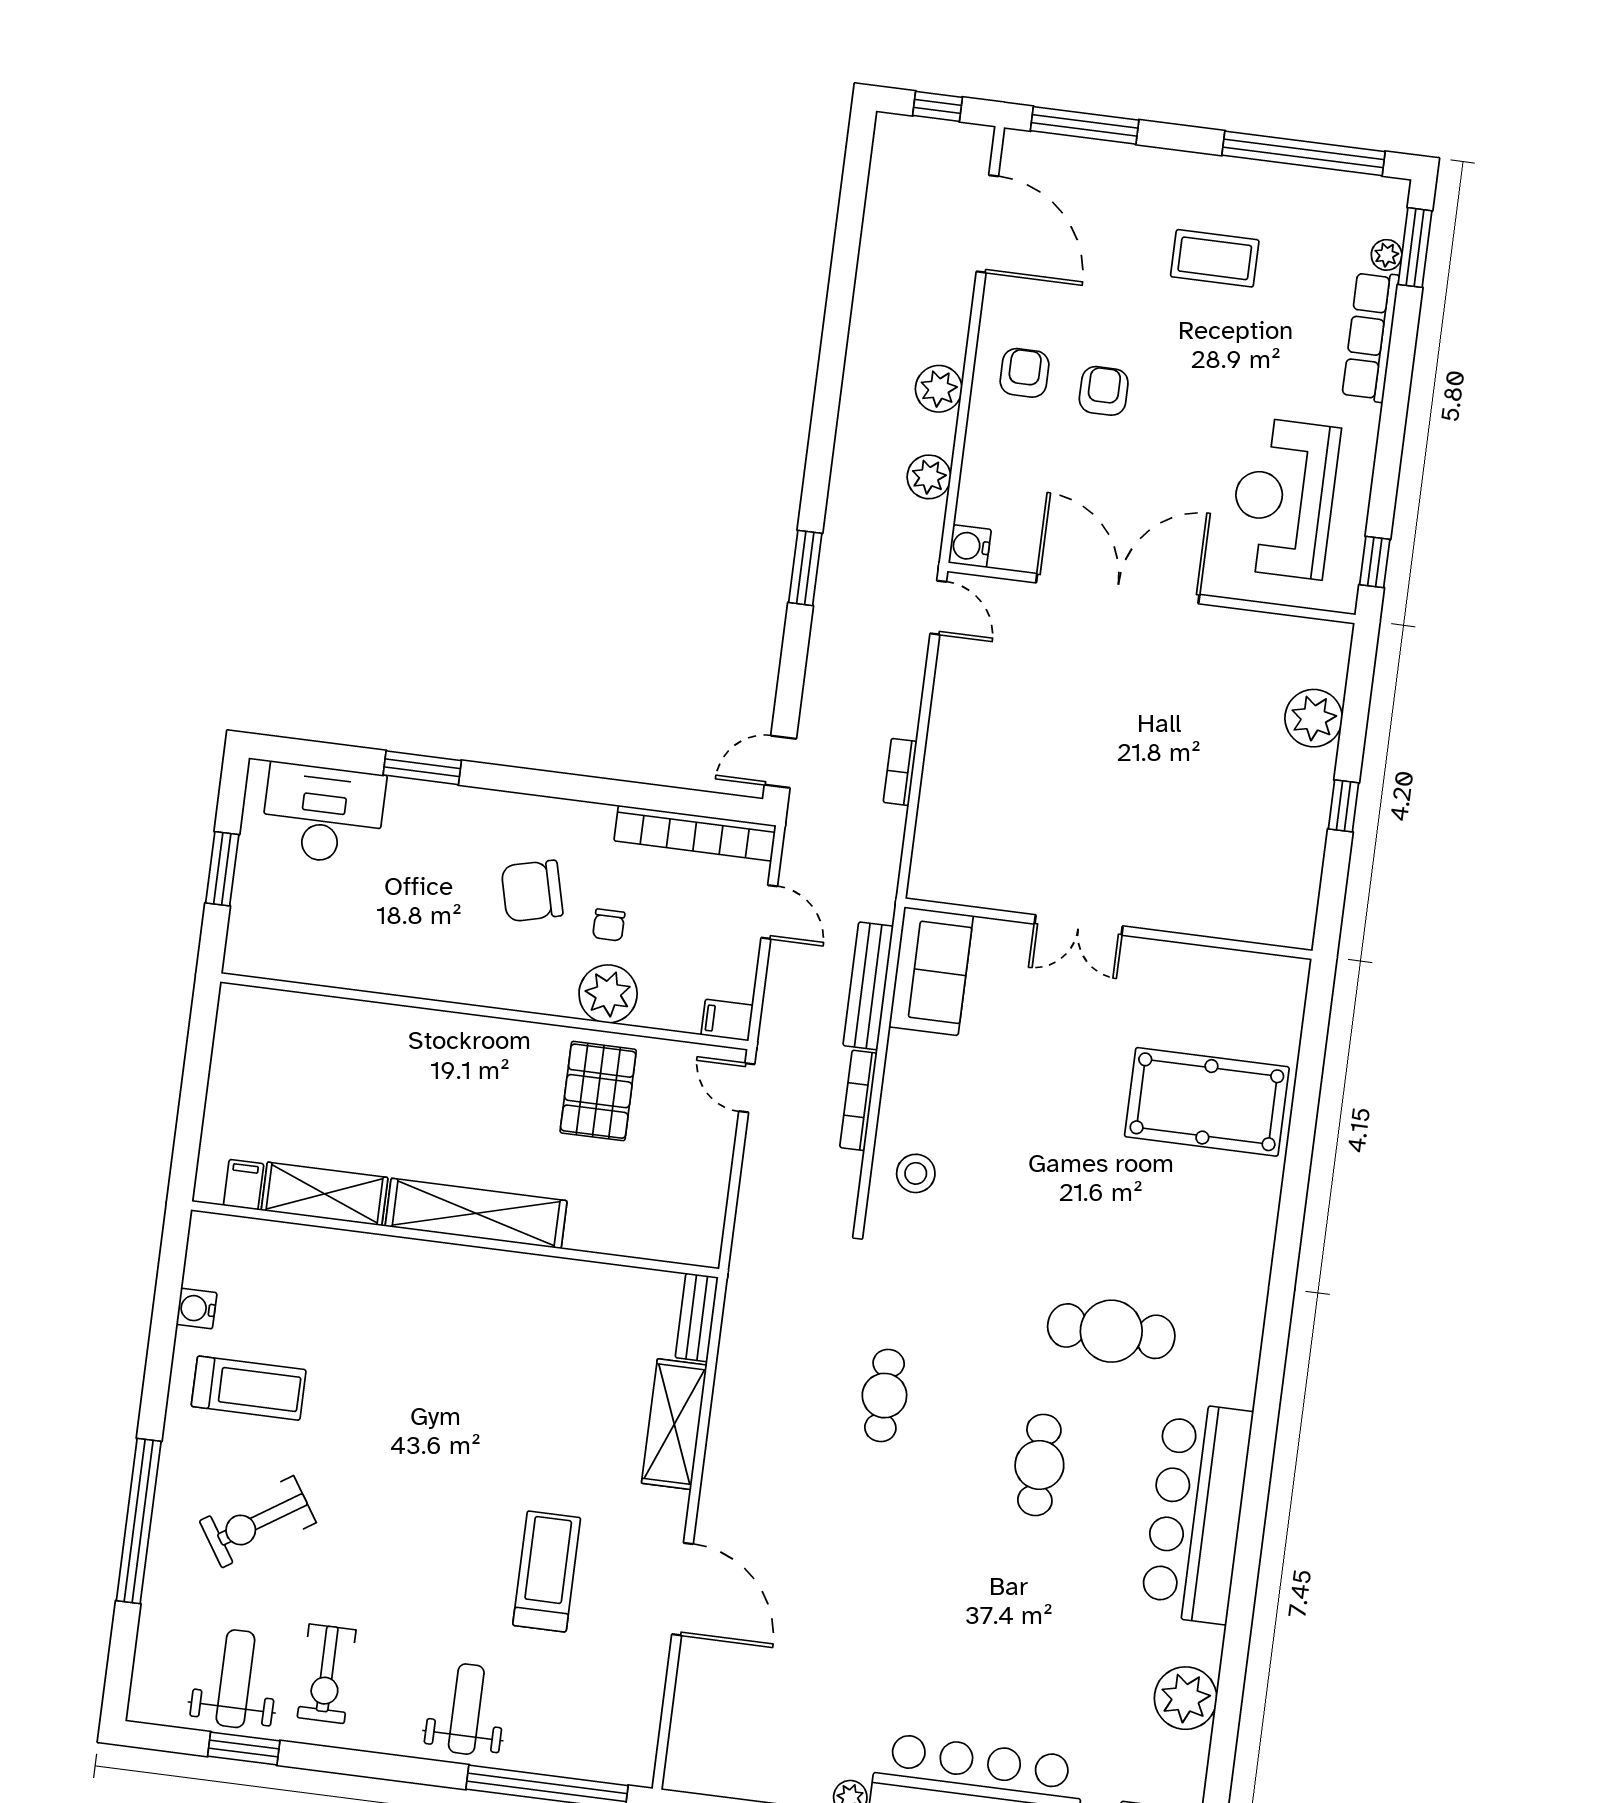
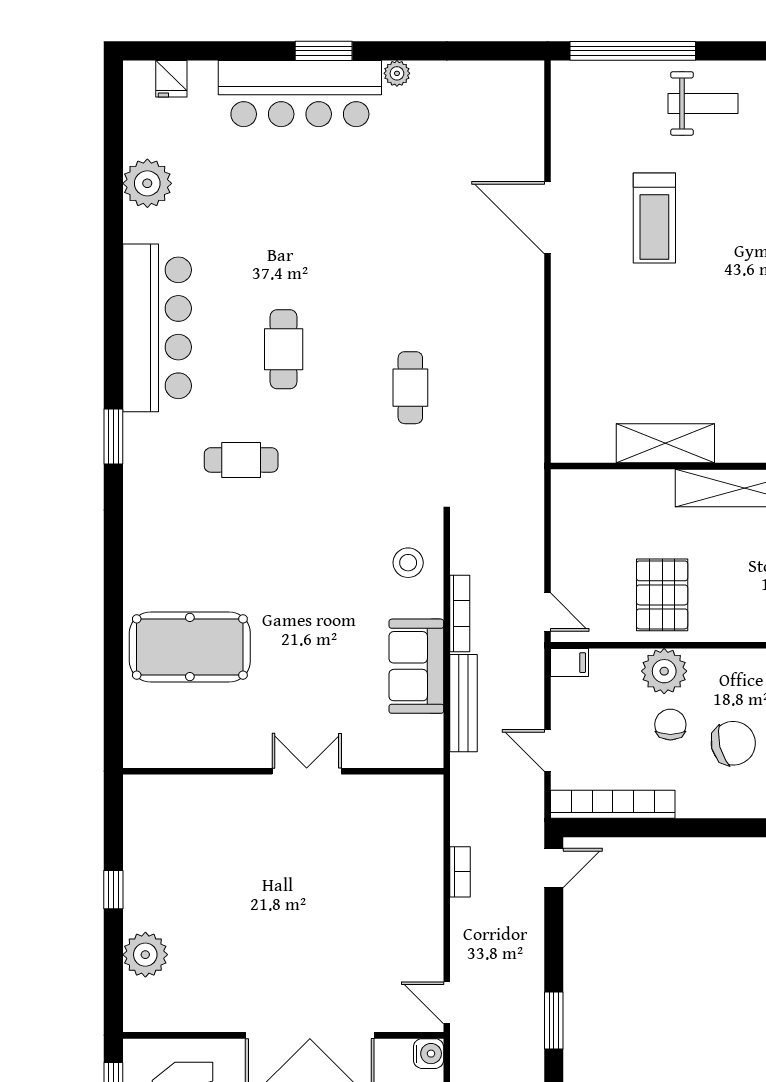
chair: (609, 925) -> (670, 725), width x1.37, depth x1.37
sofa: (931, 971) -> (416, 666), moved
bench: (697, 1317) -> (563, 430), removed
cafe table: (1111, 1331) -> (241, 460), width x0.73, depth x0.74
window: (1270, 1382) -> (113, 437), added
shelving: (674, 1424) -> (665, 443), moved, turned 90
weight bench: (466, 1709) -> (703, 103), turned -90

